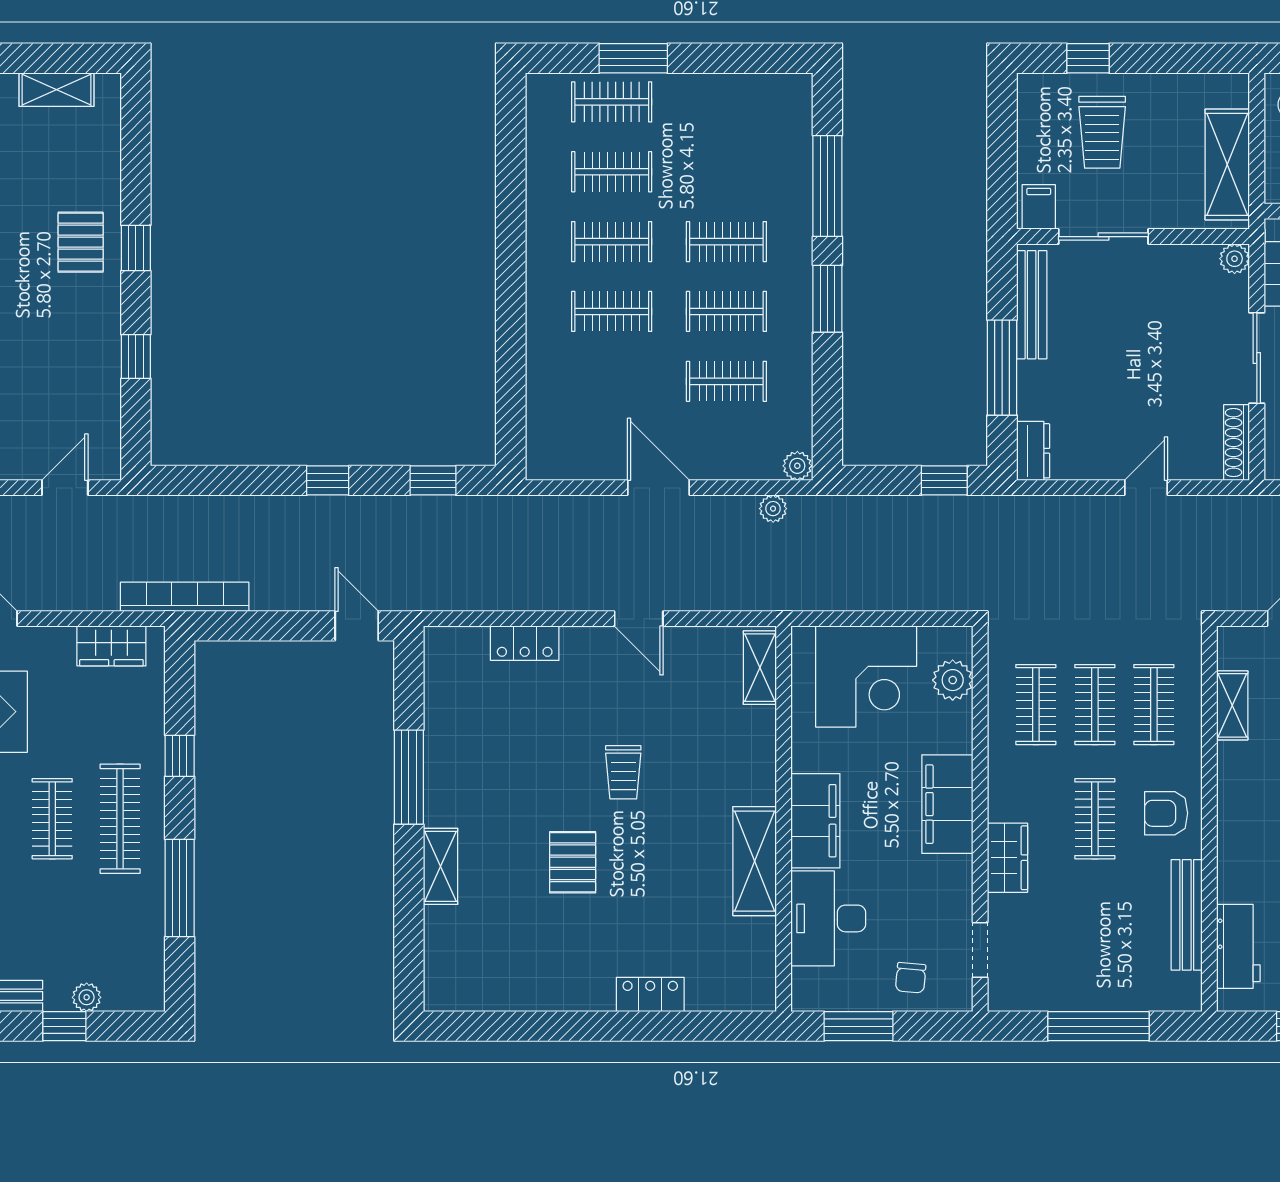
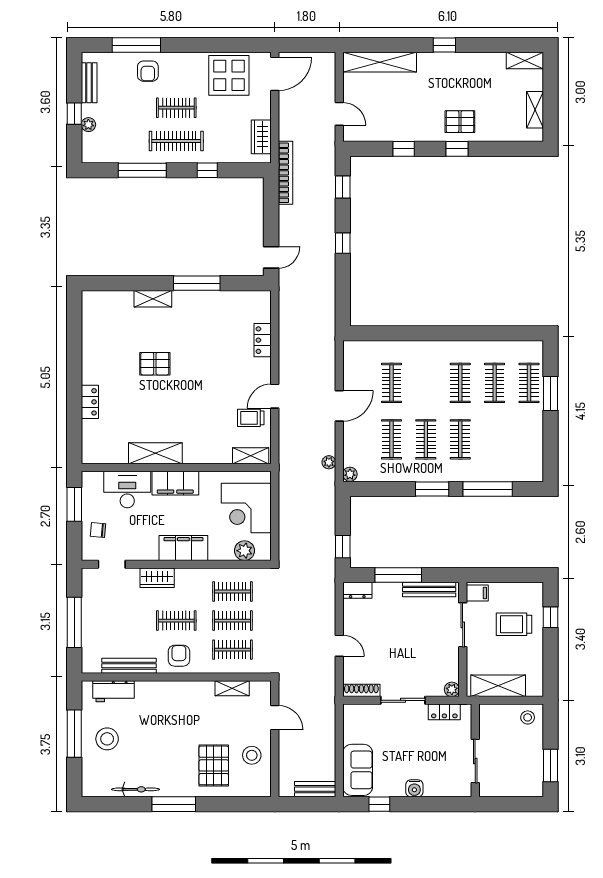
clothes rail: (612, 311) -> (391, 383), moved
window: (433, 480) -> (343, 187), moved
trolley: (623, 772) -> (251, 418), moved

